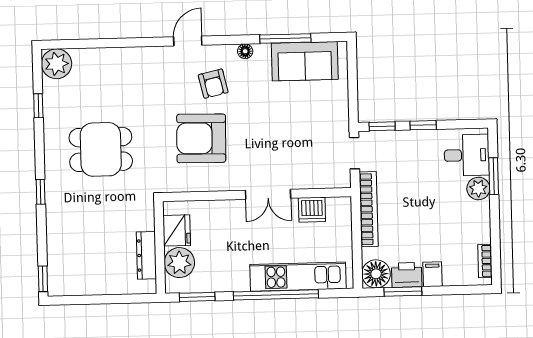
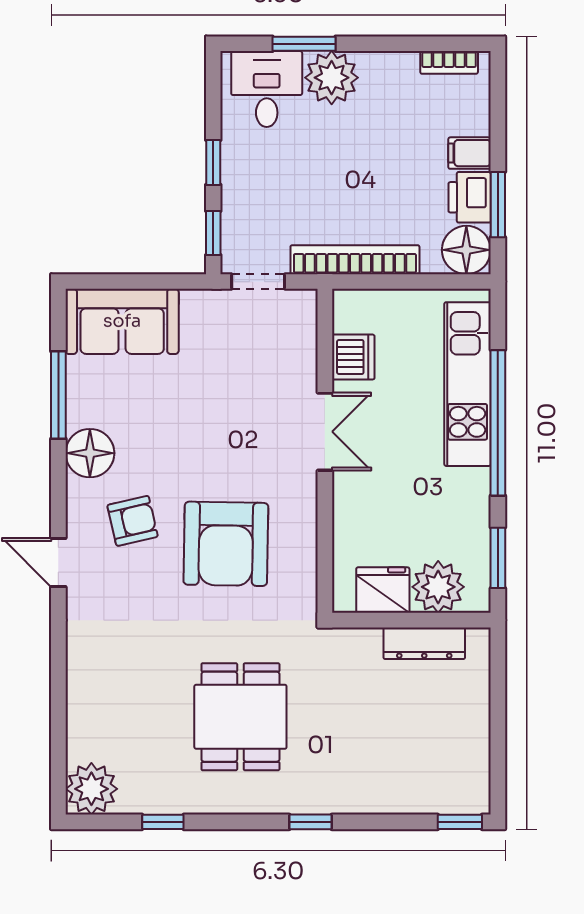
floor lamp: (245, 51) -> (90, 453), width x1.89, depth x1.89
sofa: (305, 61) -> (122, 321), moved, turned 90
plant: (478, 188) -> (332, 78), width x1.36, depth x1.36

